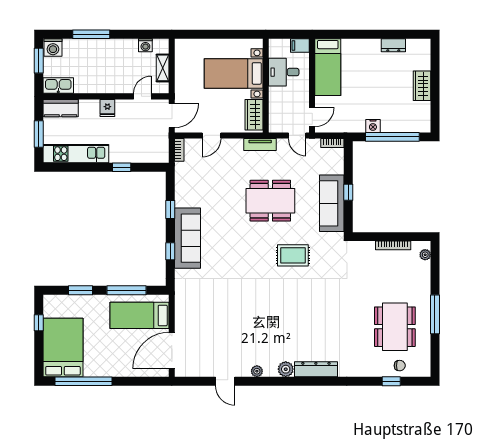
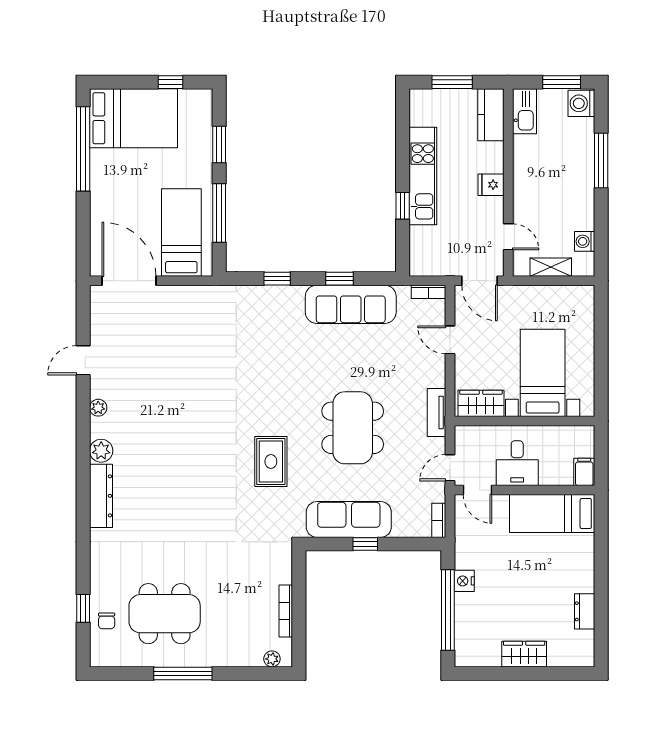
desk: (284, 72) -> (517, 463), moved, turned 180
kitchen unit: (76, 154) -> (423, 176), moved
sofa: (188, 238) -> (351, 304), moved

